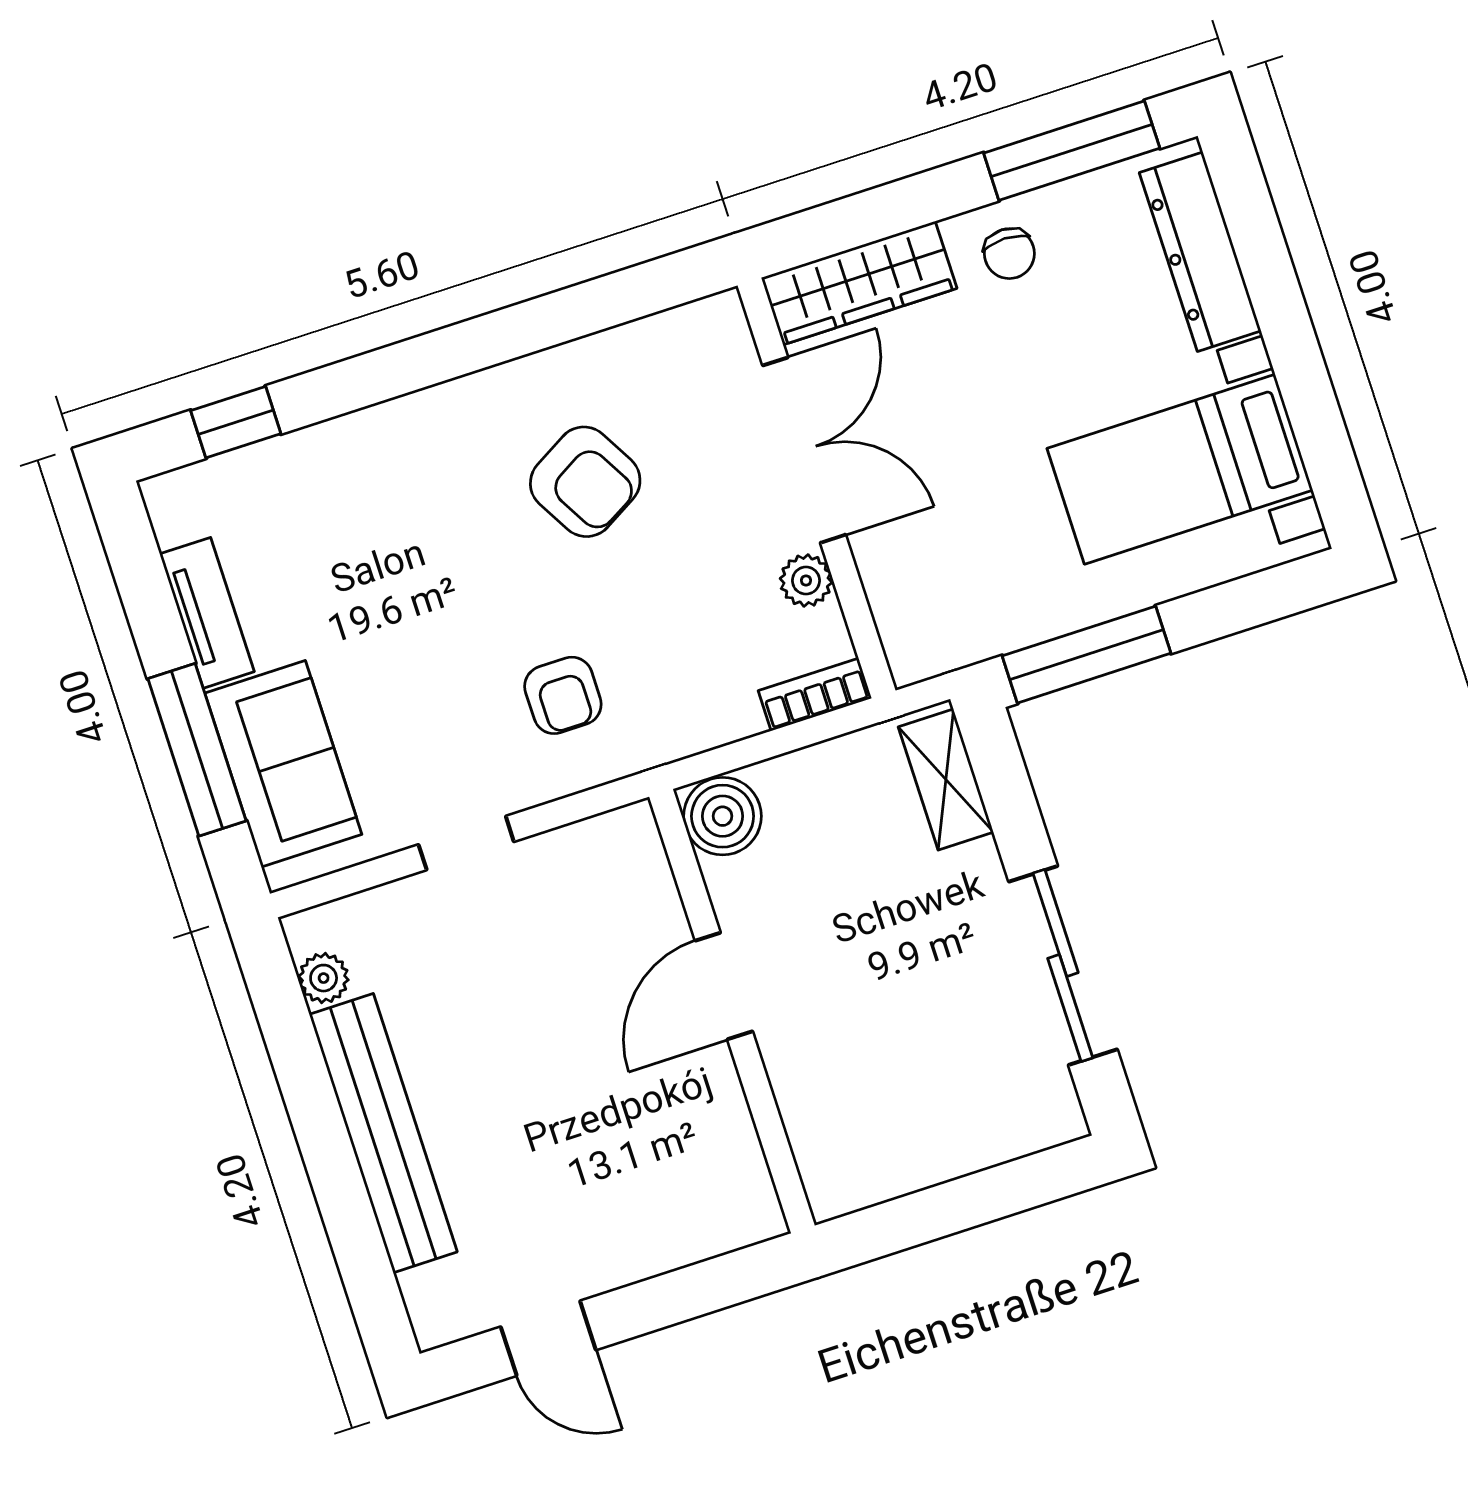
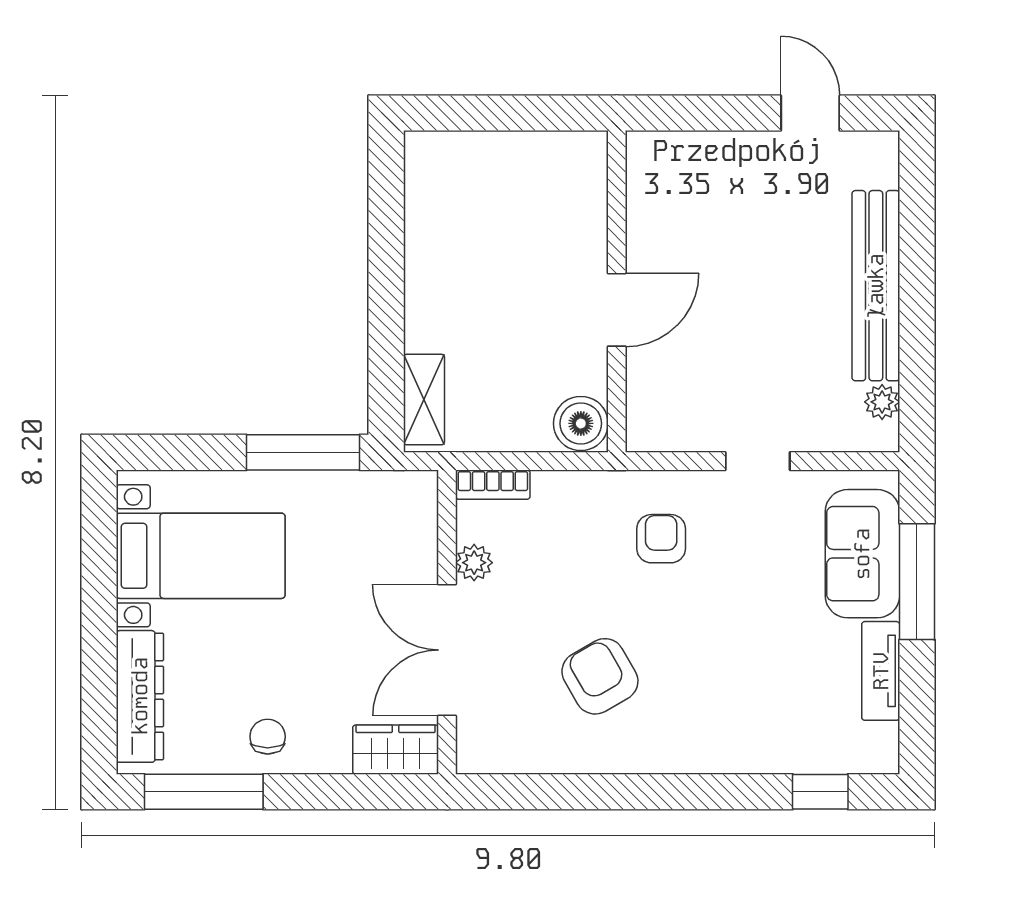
wardrobe: (859, 283) -> (396, 750), width x0.67
sliding door: (1063, 966) -> (386, 250), removed

